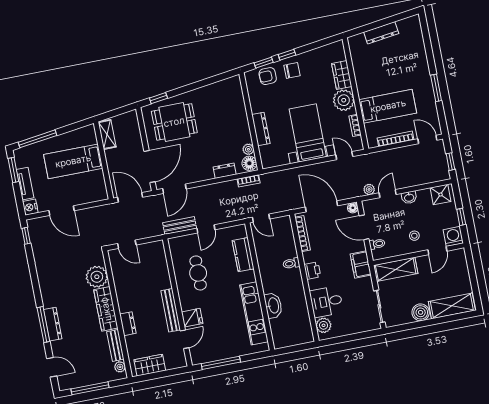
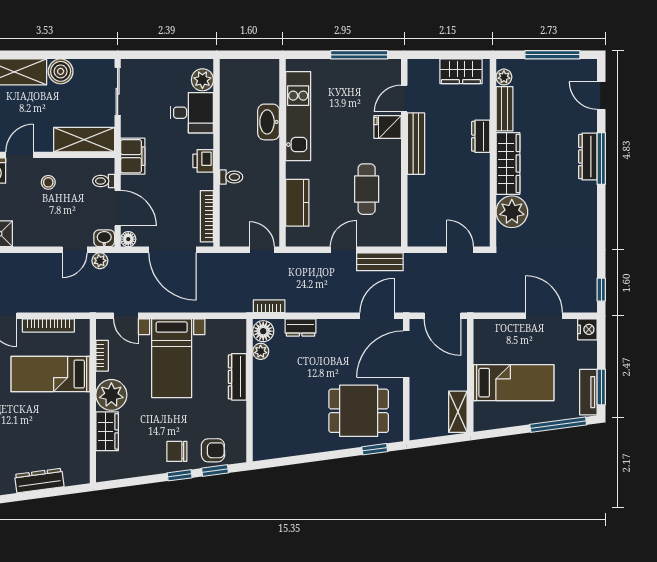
tv unit: (25, 184) -> (588, 392), moved
washbasin: (409, 197) -> (104, 238), moved

